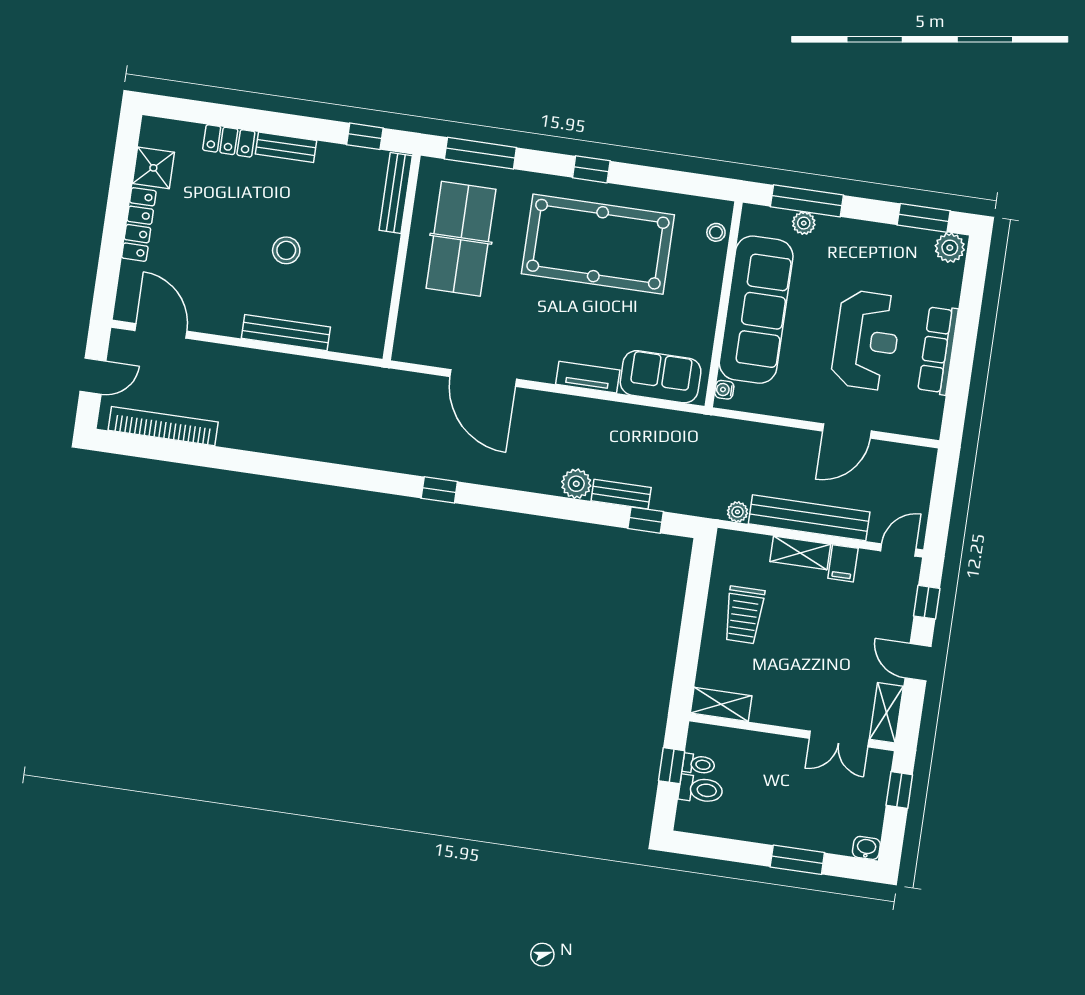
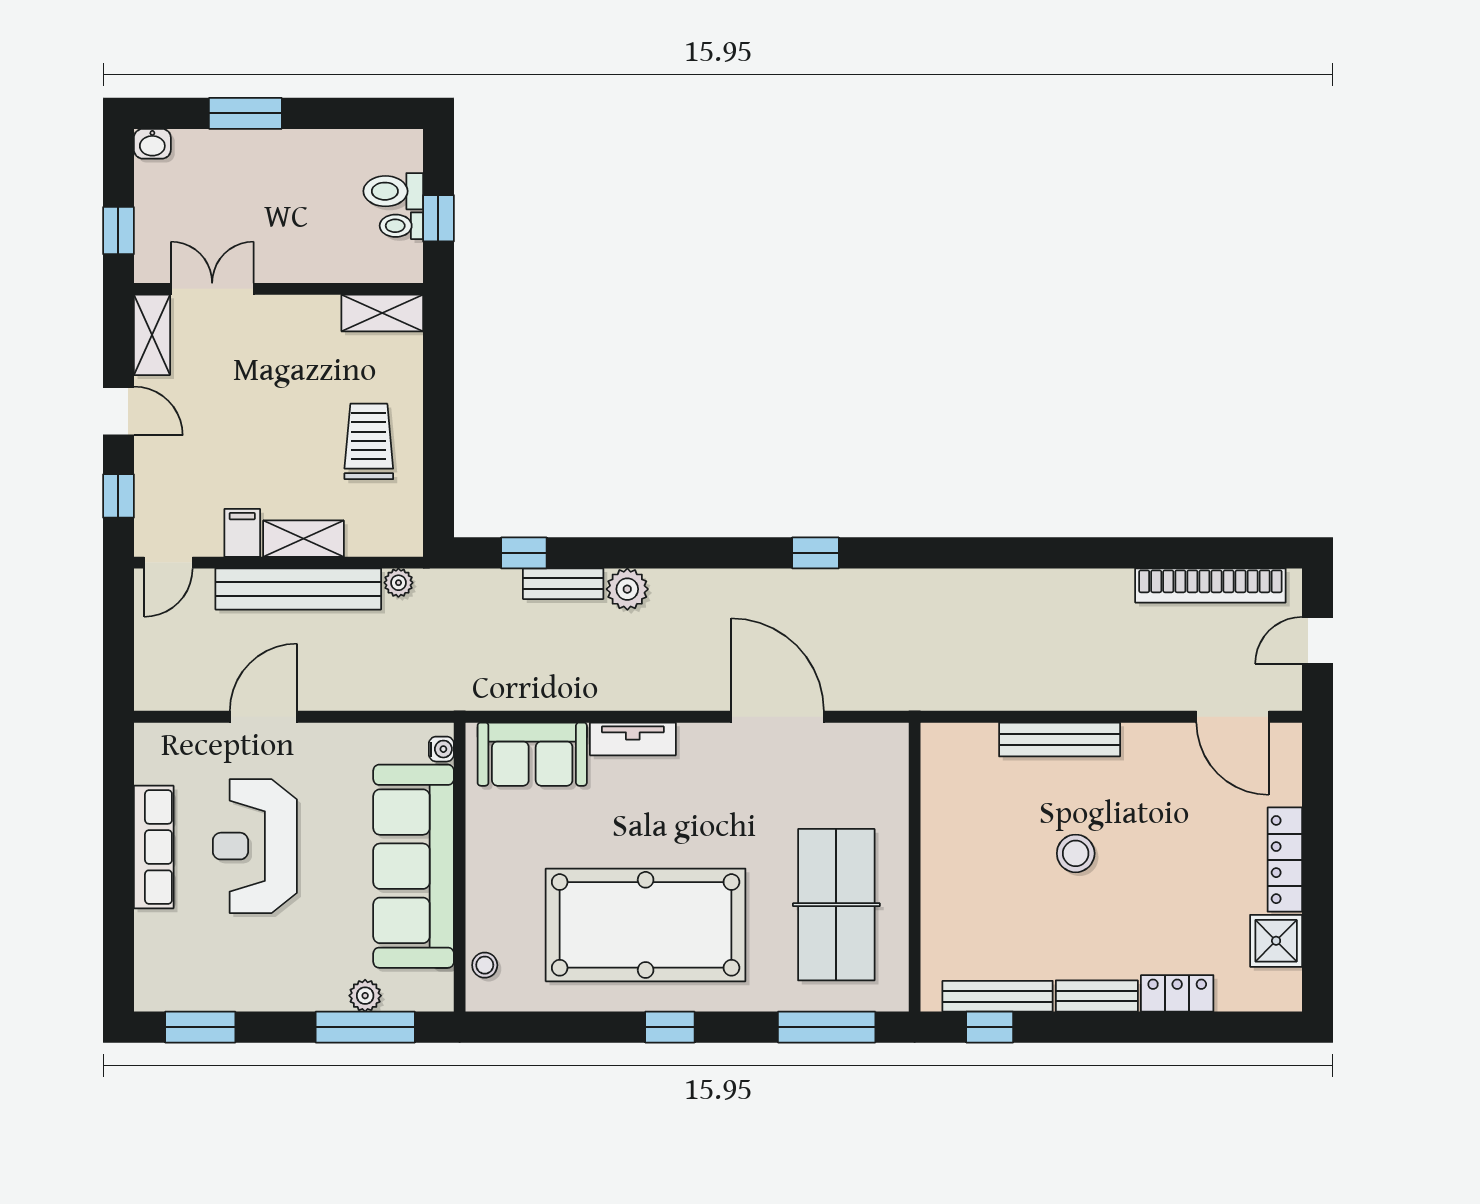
bench: (396, 193) -> (998, 996), moved, turned 90
plant: (950, 248) -> (158, 991), removed

